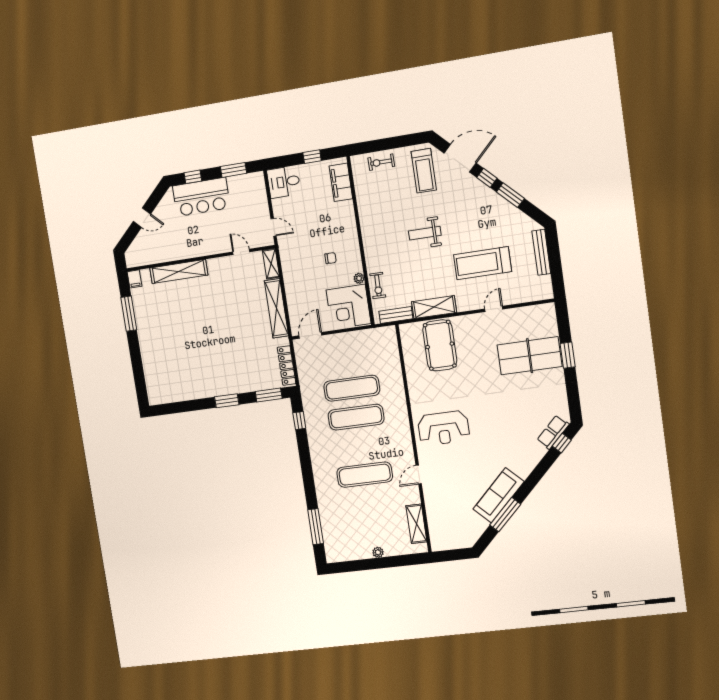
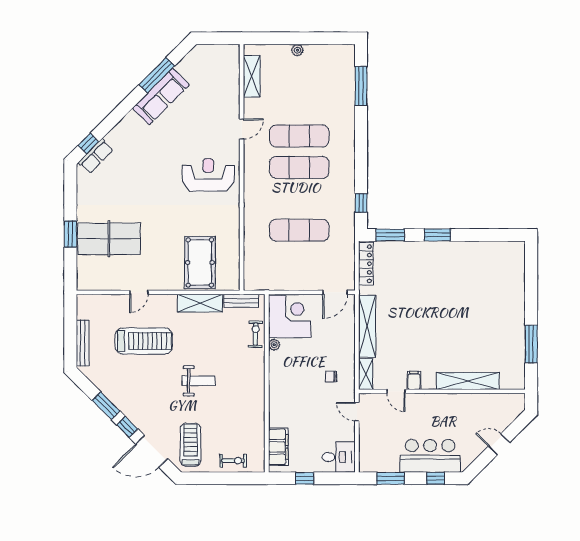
chair: (331, 258) -> (331, 376), moved
filing cabinet: (134, 279) -> (414, 380), moved
exercise mat: (356, 417) -> (299, 167), moved

